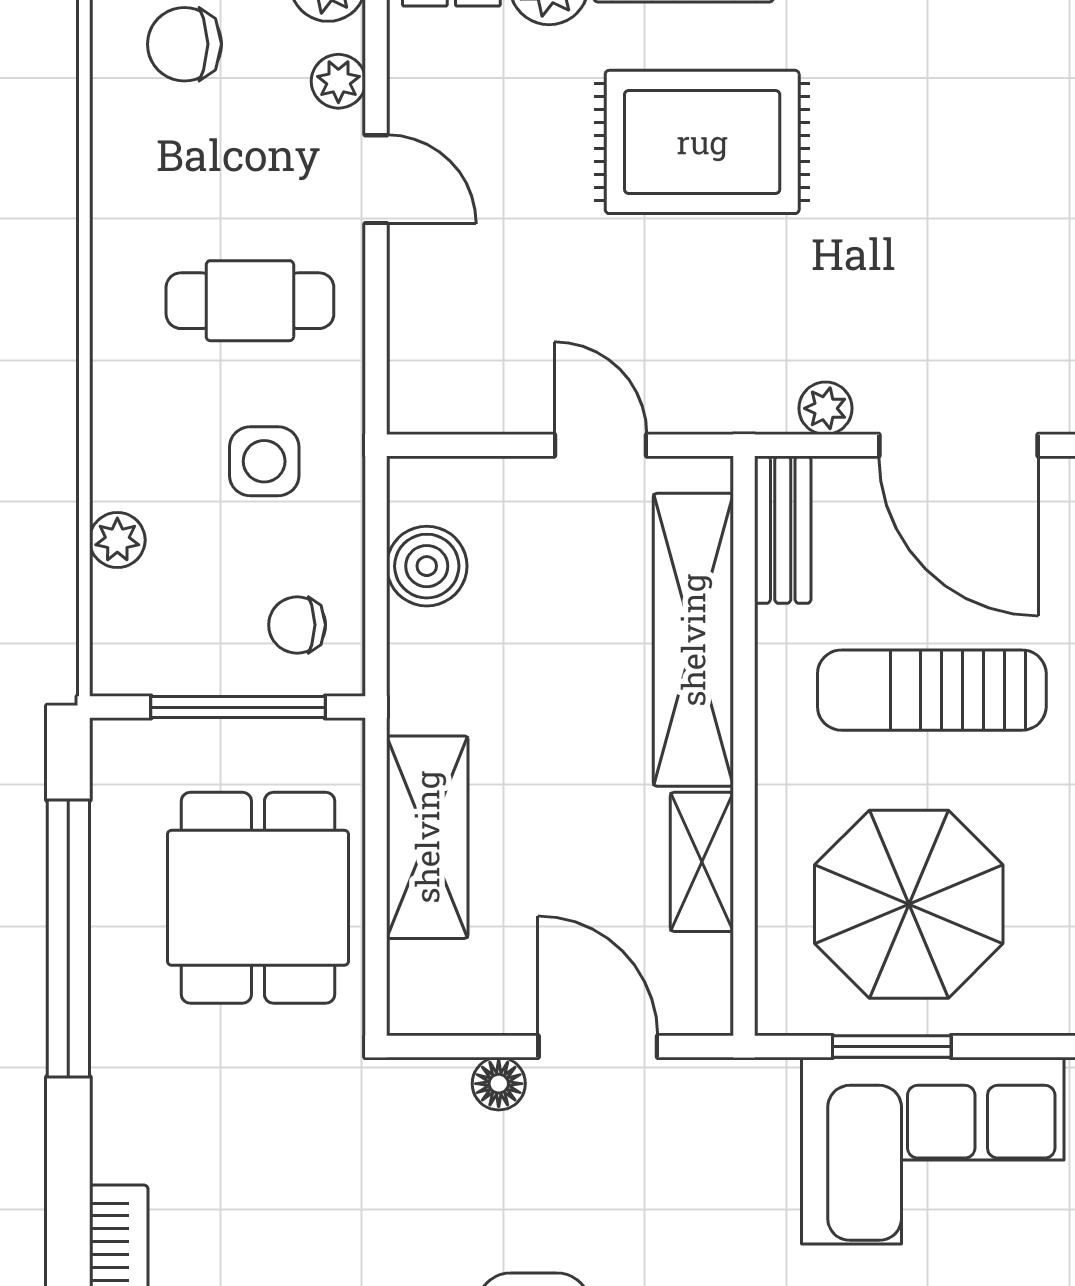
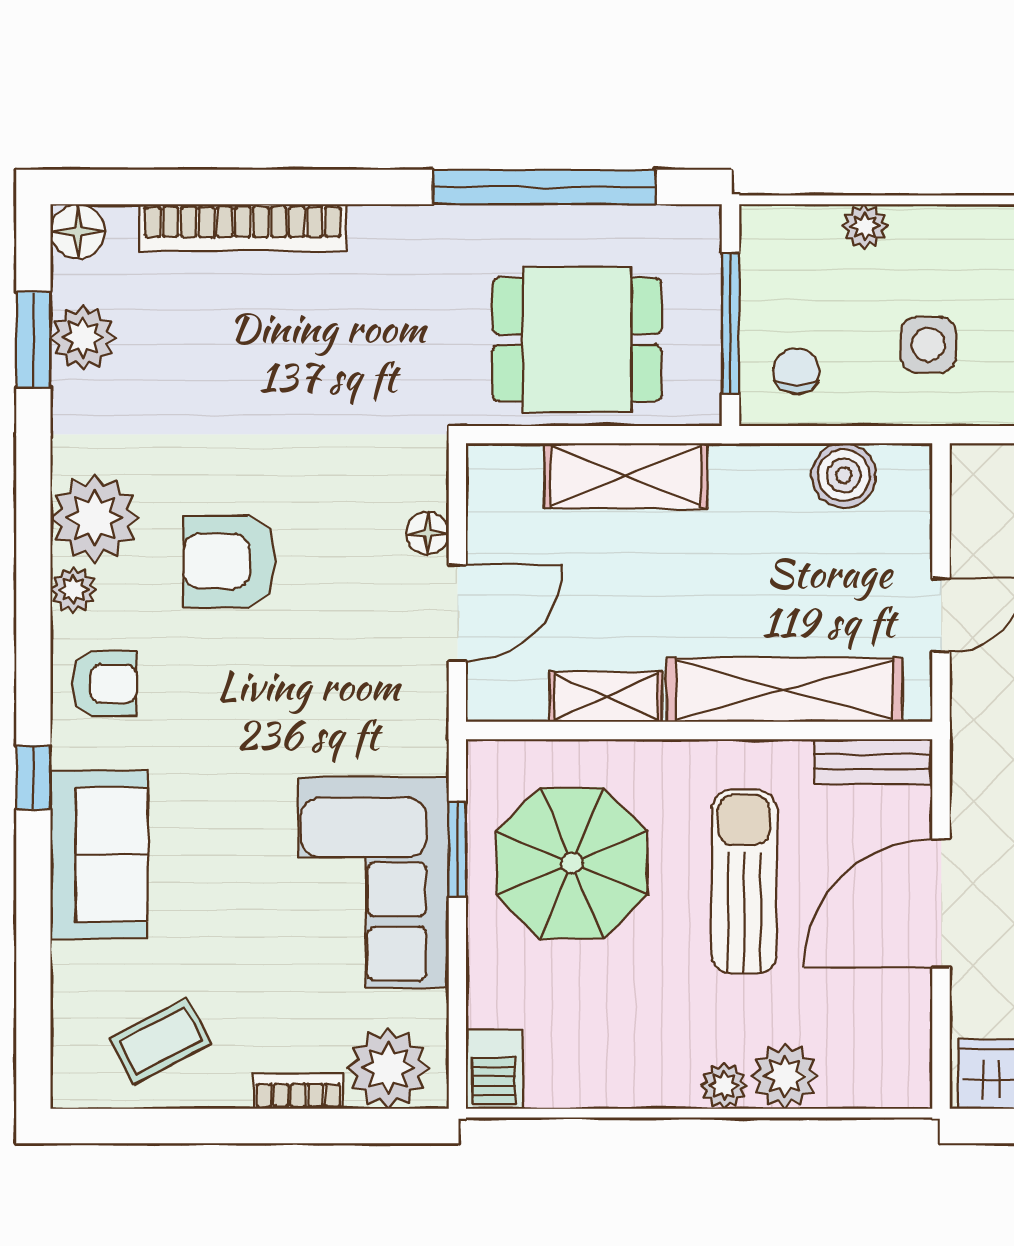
plant: (825, 408) -> (971, 796), removed

